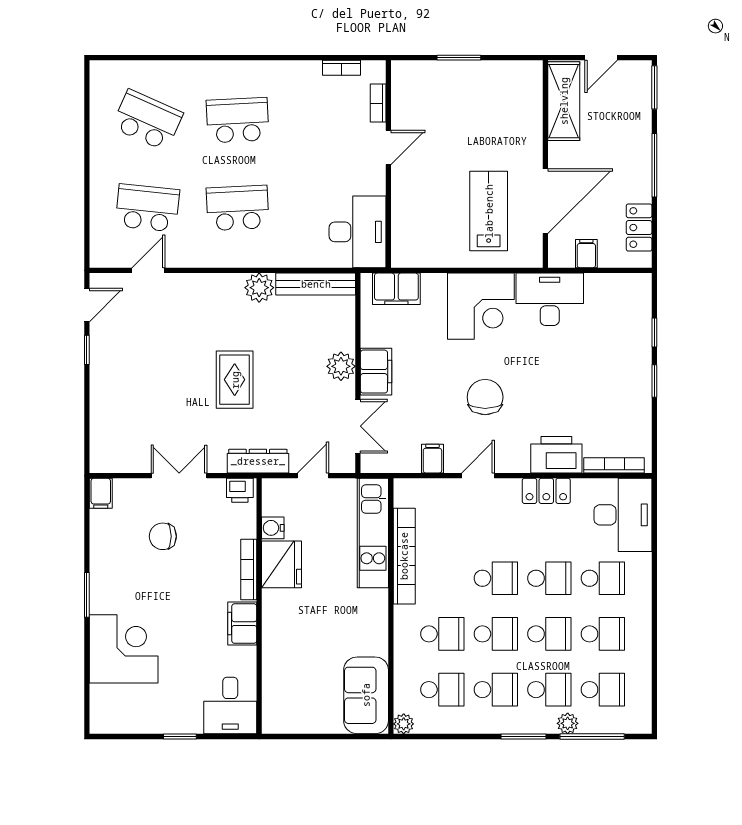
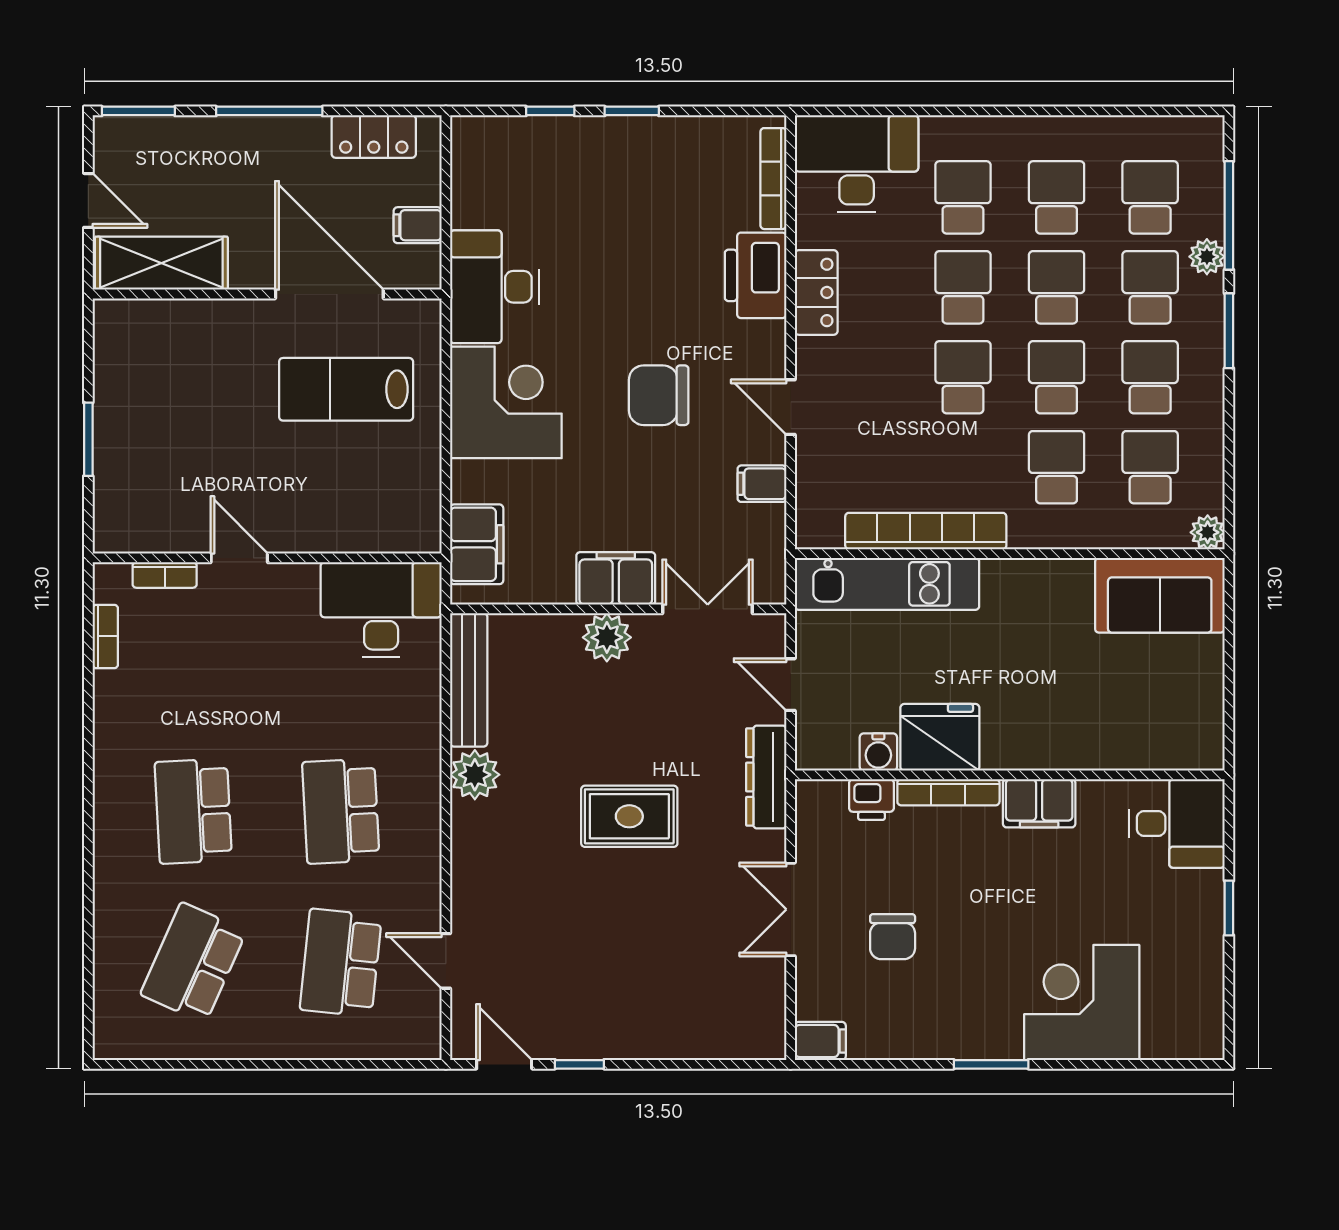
printer: (240, 490) -> (871, 800), moved, turned 90

